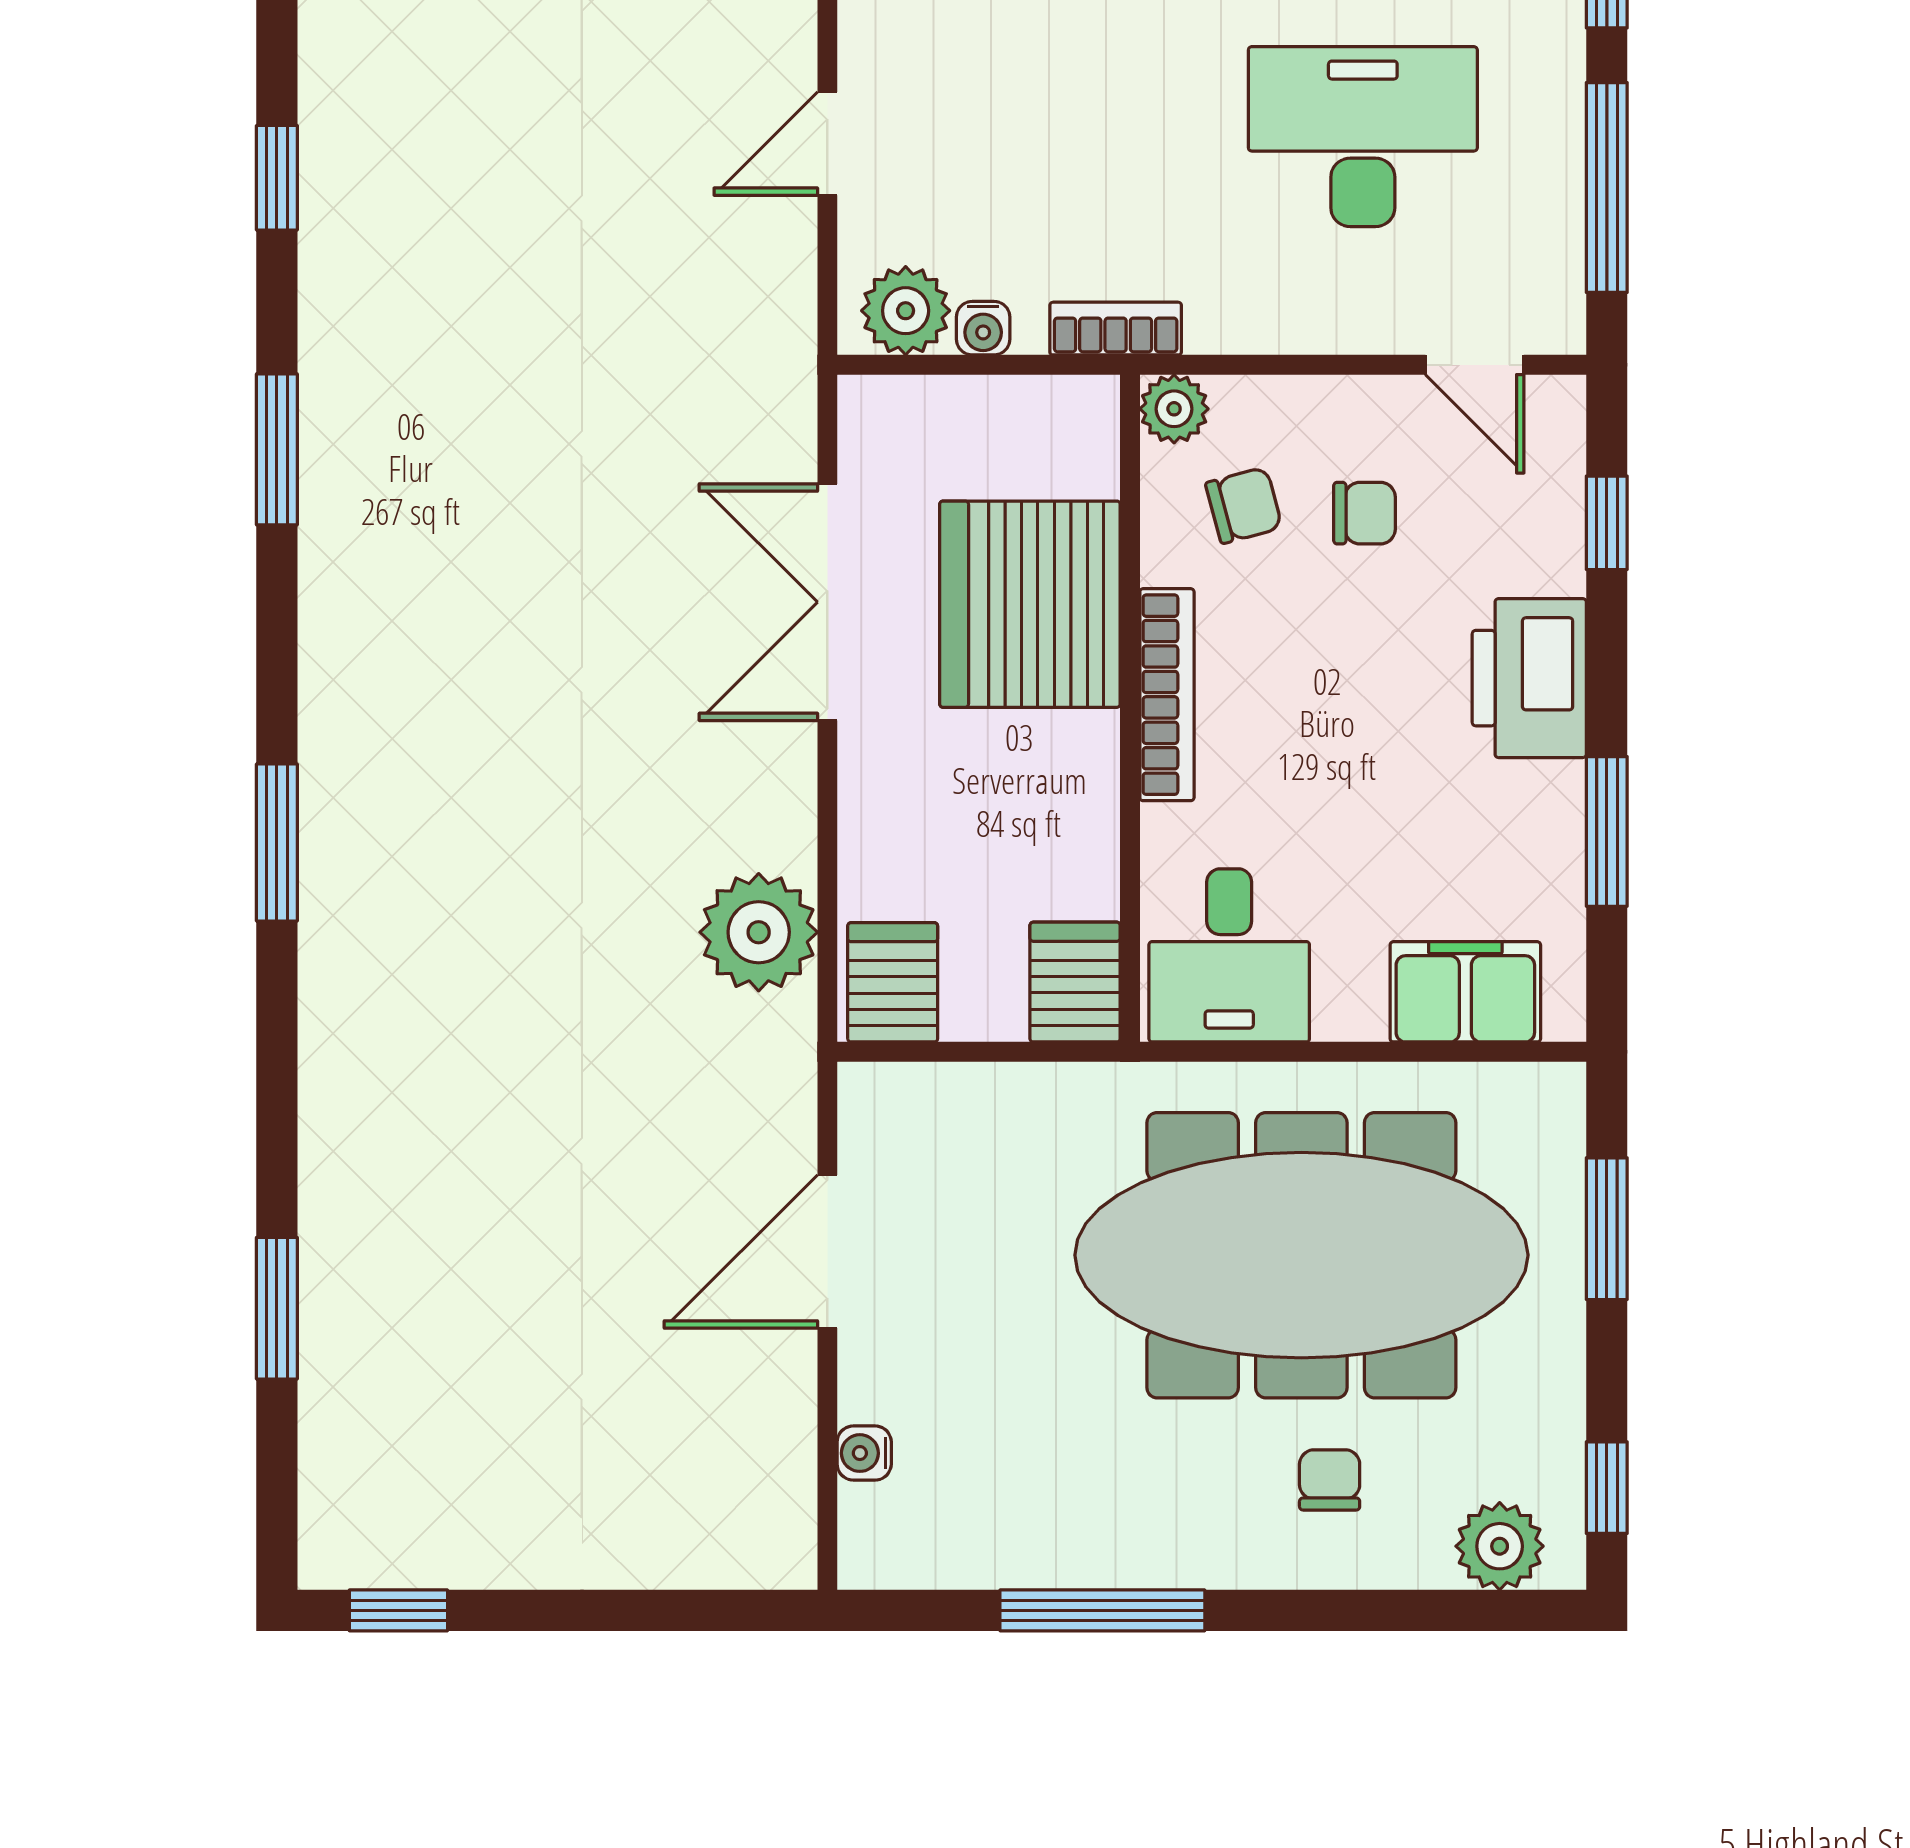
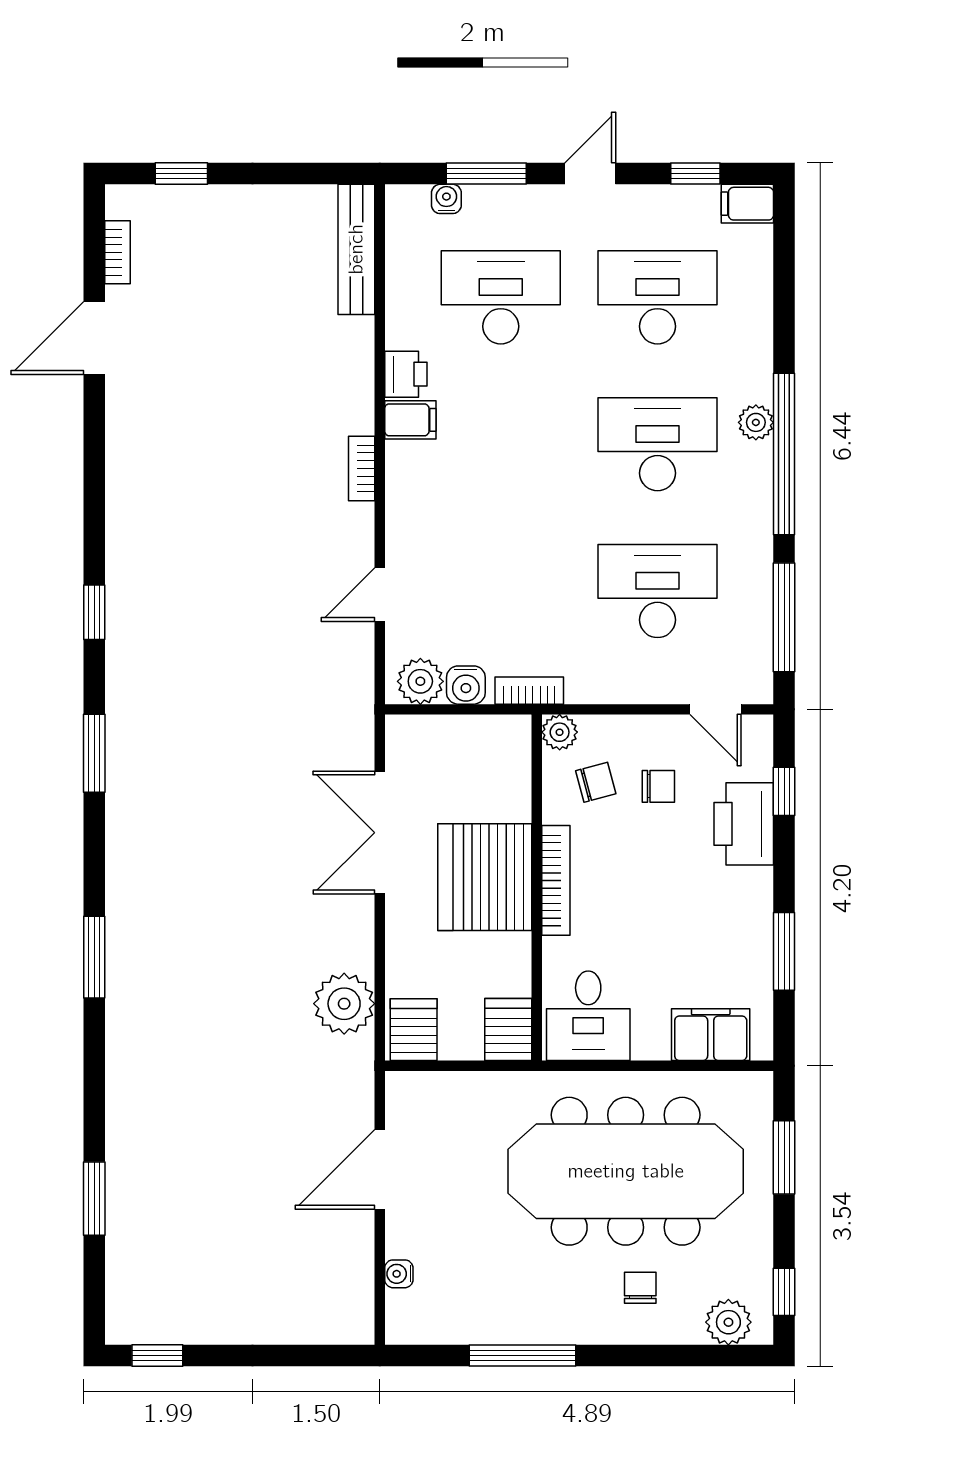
water cooler: (983, 328) -> (466, 685), width x1.38, depth x1.38
server rack: (1030, 604) -> (485, 877), moved
printer: (1529, 678) -> (744, 824), moved

